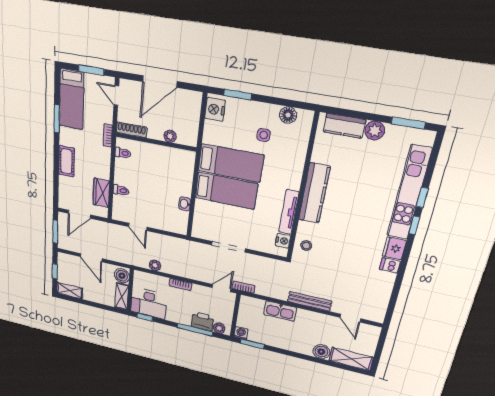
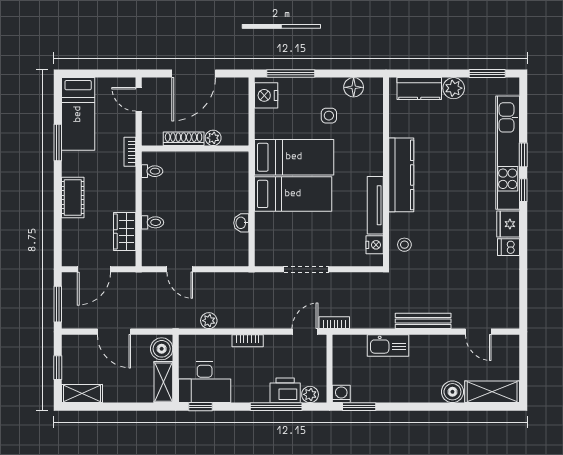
window: (91, 70) -> (104, 74), removed
window: (237, 95) -> (291, 74), width x1.44
shoe rack: (132, 130) -> (184, 139), moved

